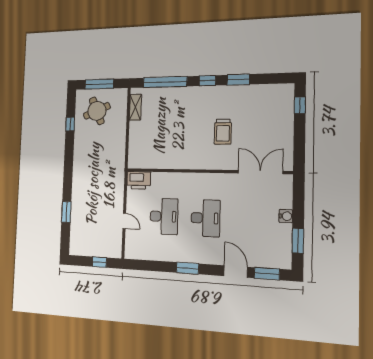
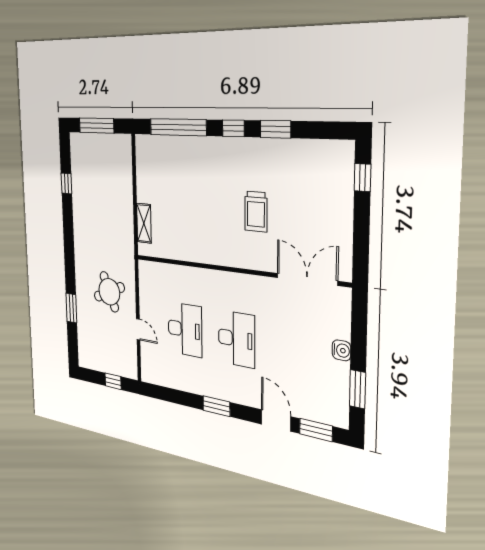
shelving: (135, 107) -> (144, 223), moved
round table: (97, 111) -> (109, 292), moved
printer: (139, 180) -> (152, 274), removed

